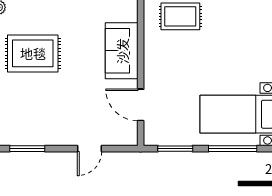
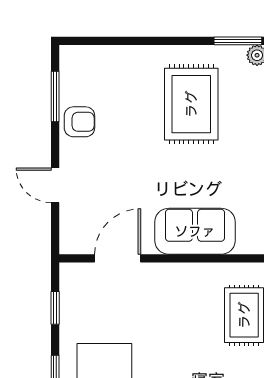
armchair: (45, 132) -> (79, 122), added
window: (175, 149) -> (55, 308), width x0.67

